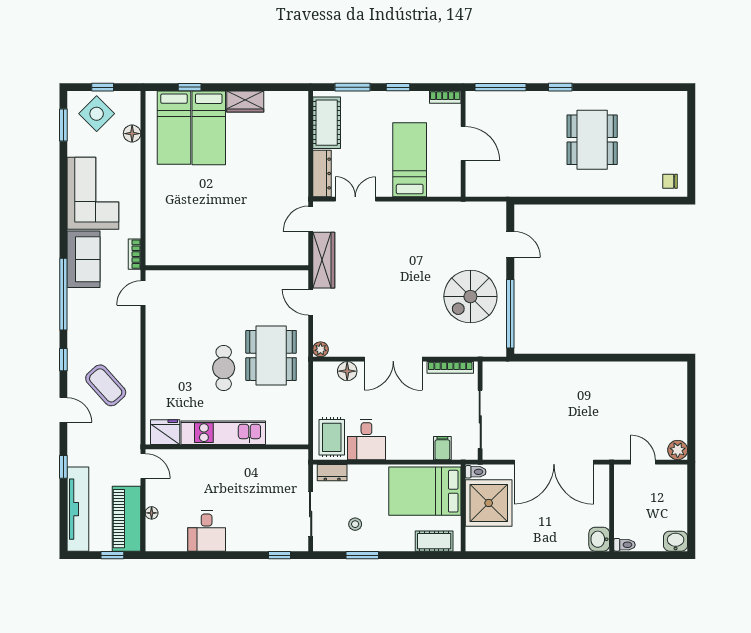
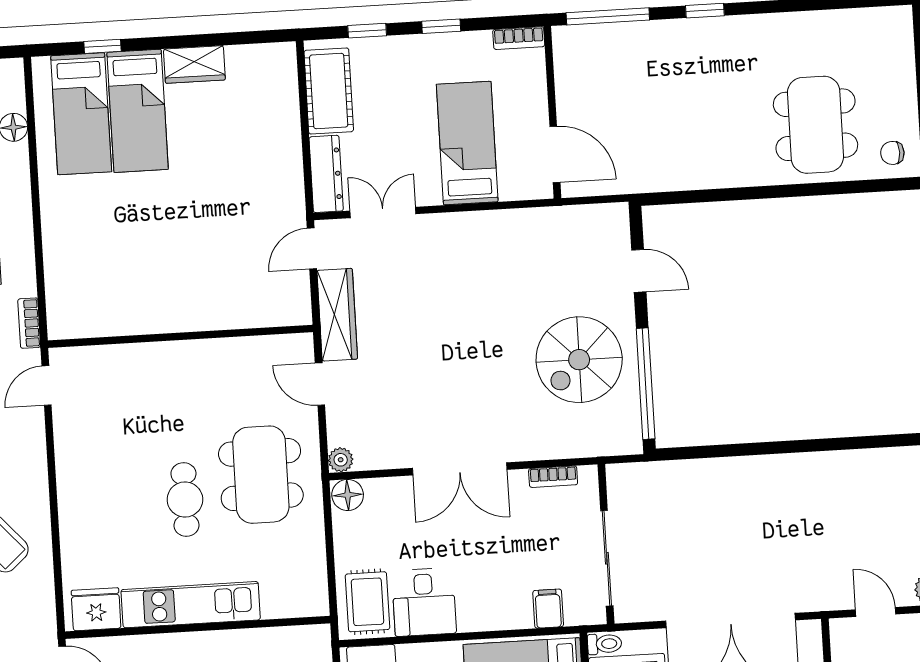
window: (352, 87) -> (367, 31), width x0.67
dining table: (592, 140) -> (815, 125), moved
door: (463, 144) -> (555, 154), moved
bookcase: (450, 367) -> (553, 477), width x0.64
floor lamp: (347, 371) -> (348, 495), moved

